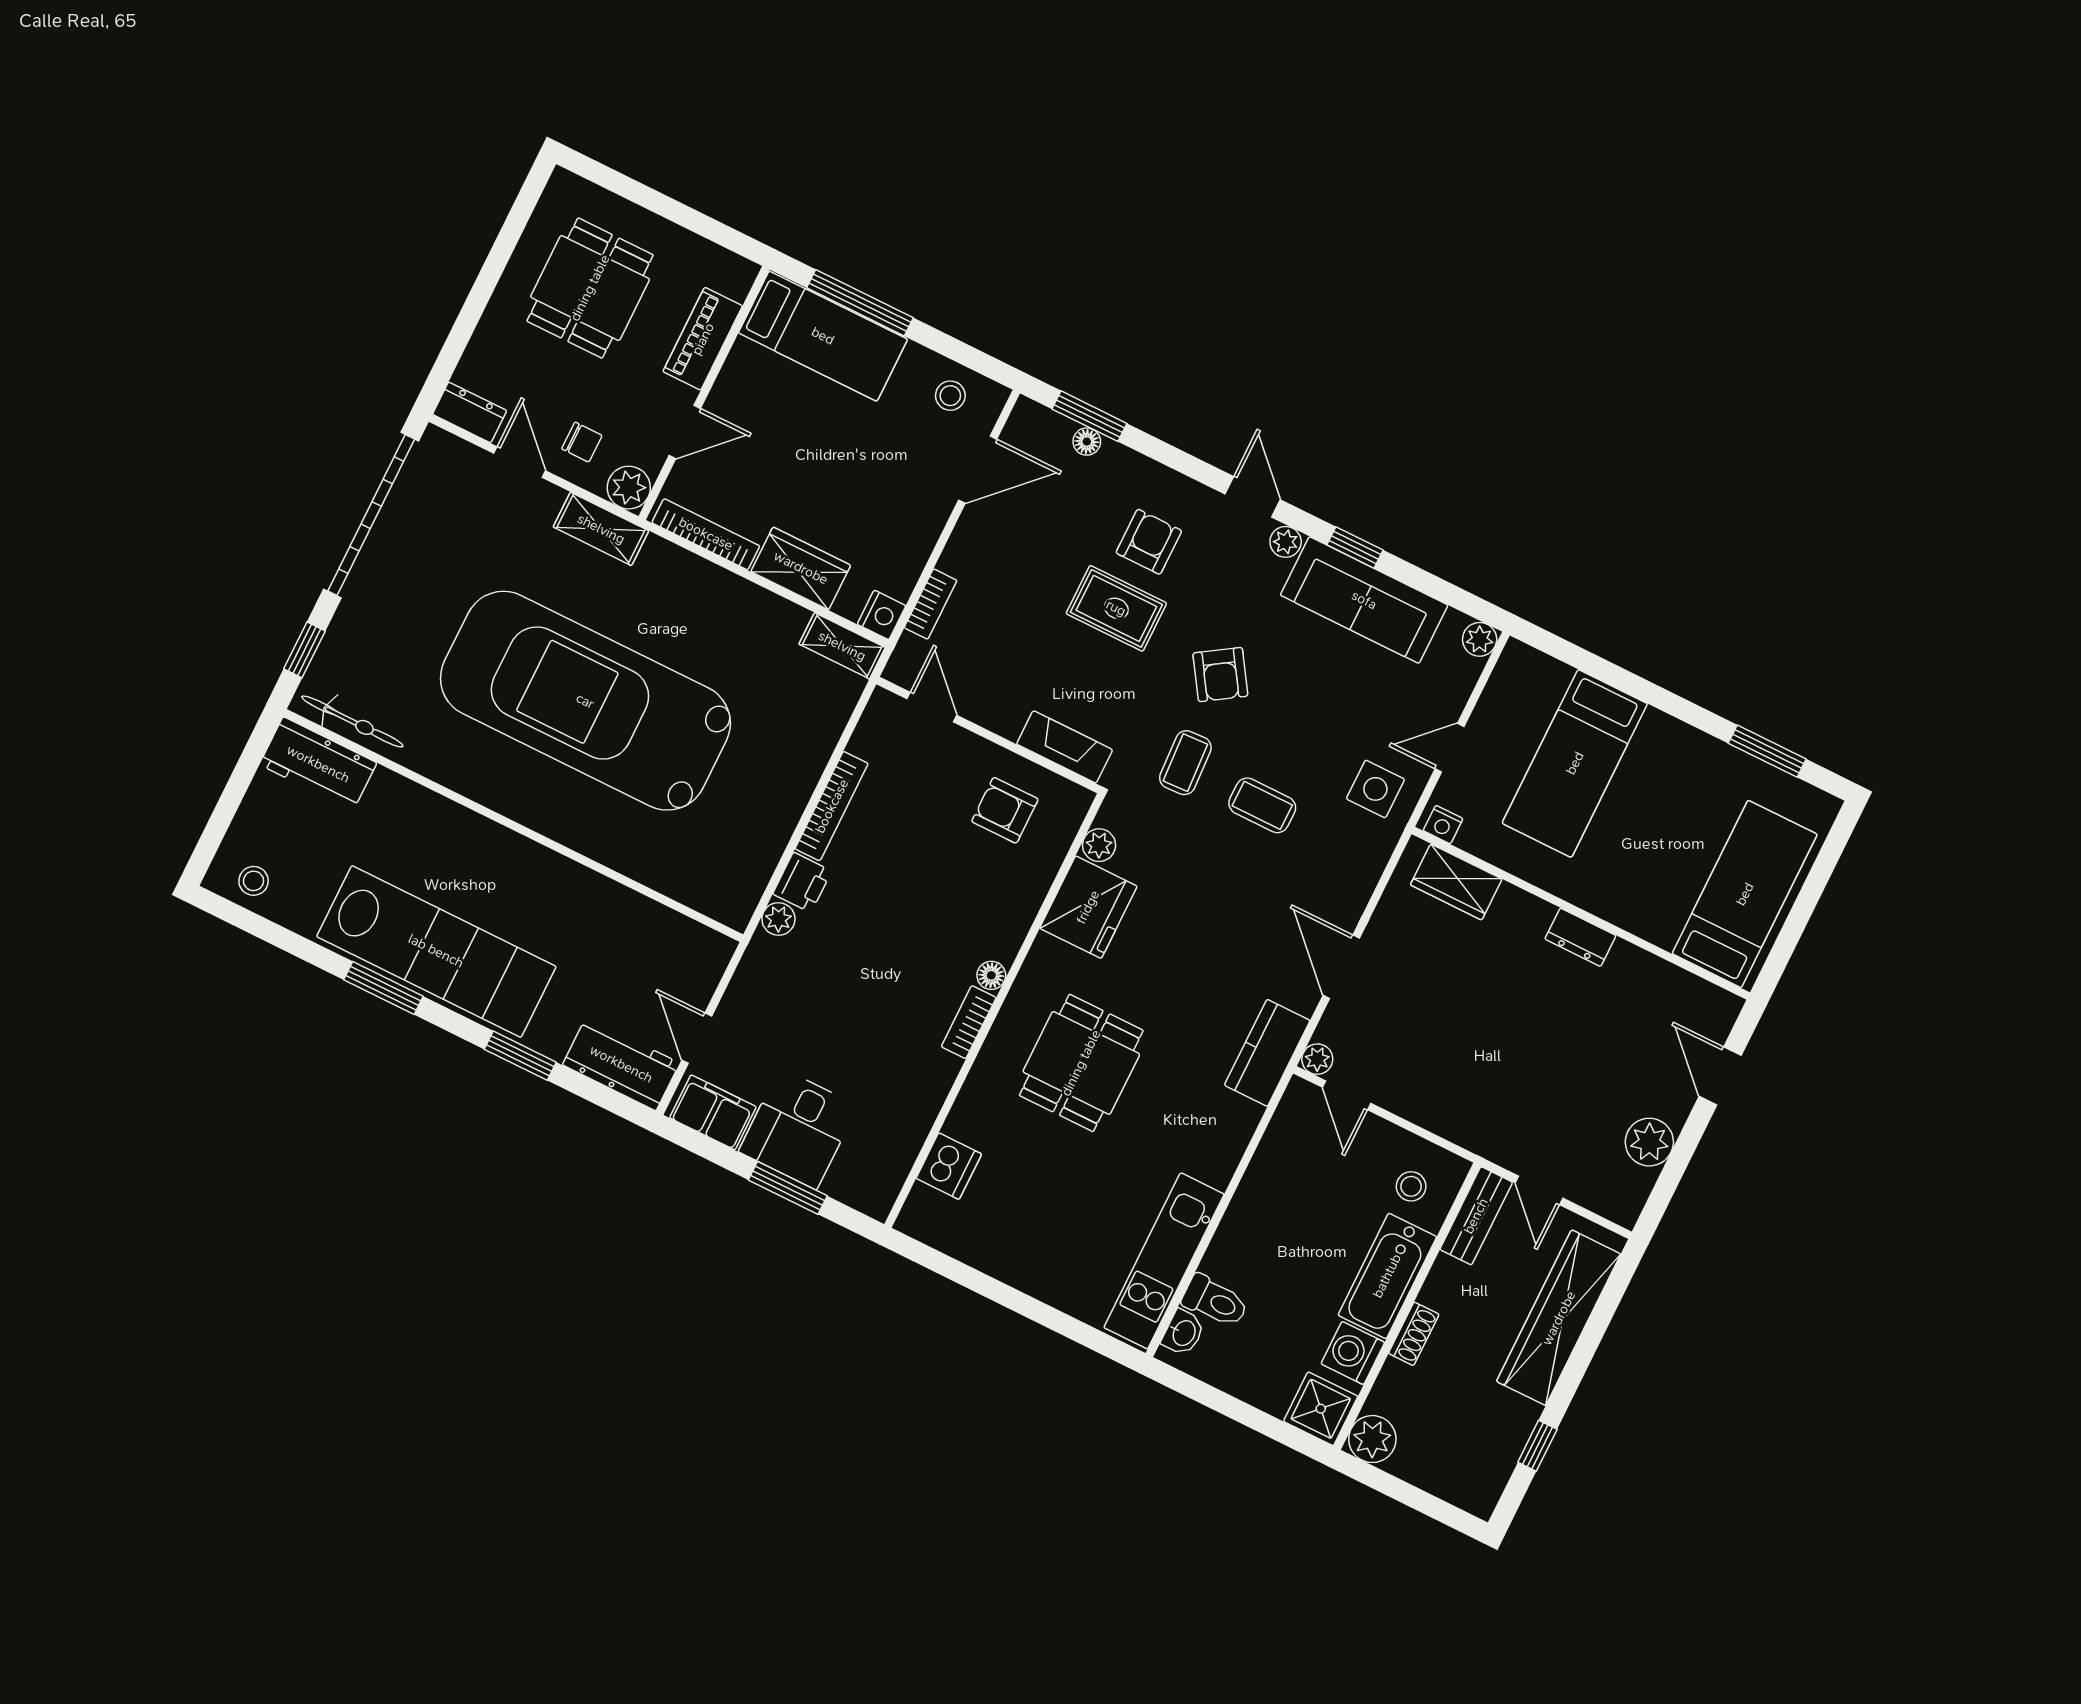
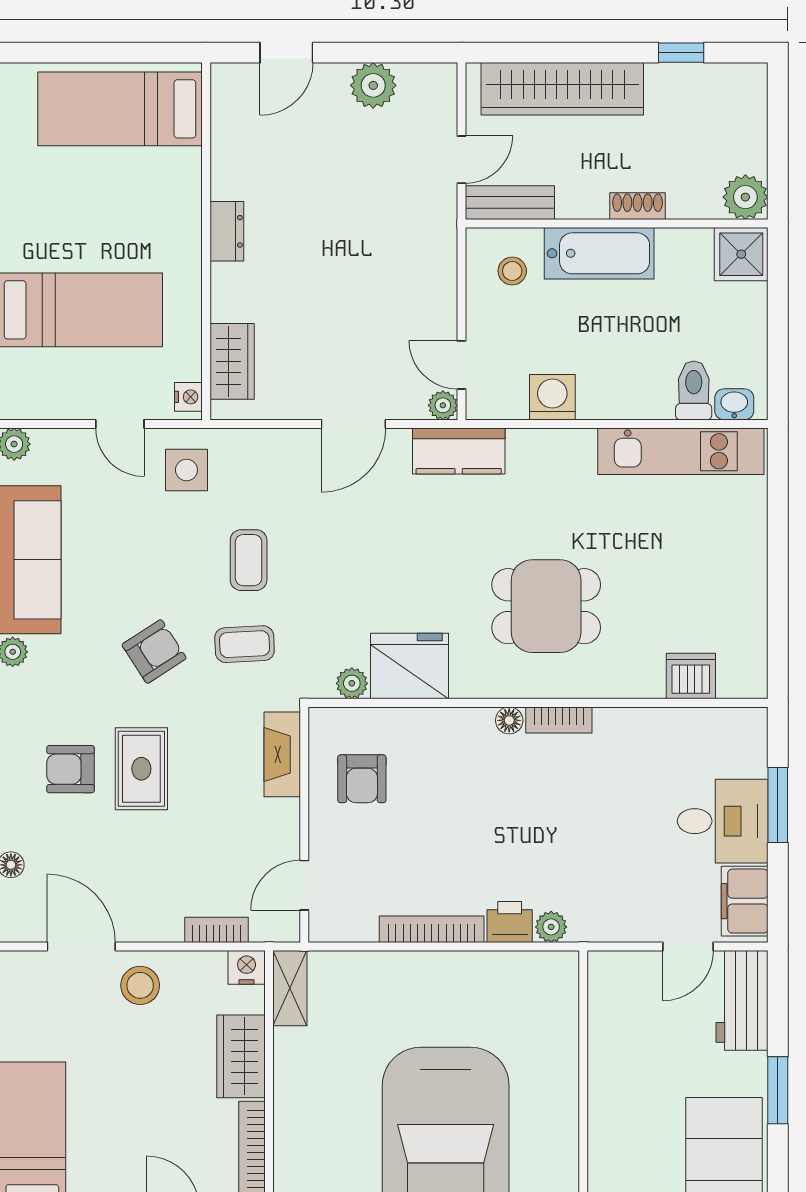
stool: (950, 396) -> (140, 985), moved, width x1.37, depth x1.37
door: (1347, 1095) -> (461, 365), swing flipped
washing machine: (1353, 1353) -> (552, 397), moved, turned 180

